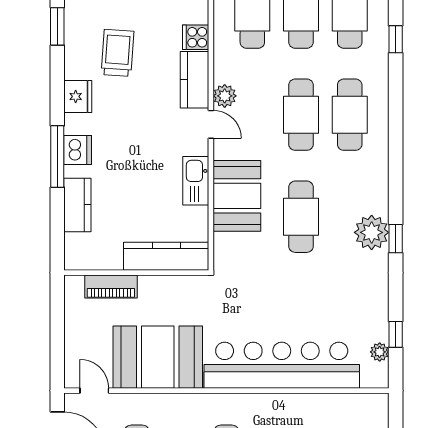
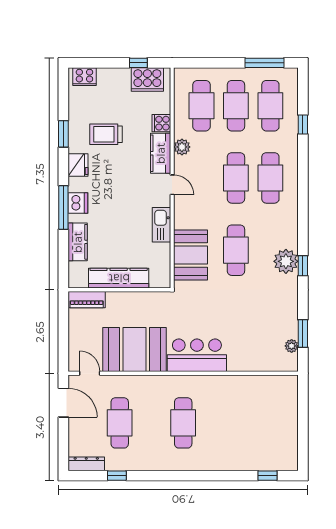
window: (57, 26) -> (63, 134), moved
trolley: (118, 53) -> (106, 134), turned -94
plant: (225, 96) -> (182, 147), moved
booth: (237, 196) -> (191, 255), moved
kitchen counter: (166, 256) -> (119, 278), moved
piano: (111, 287) -> (87, 300), moved
window: (396, 334) -> (303, 333), width x1.50
bar counter: (282, 365) -> (197, 355), width x0.54

